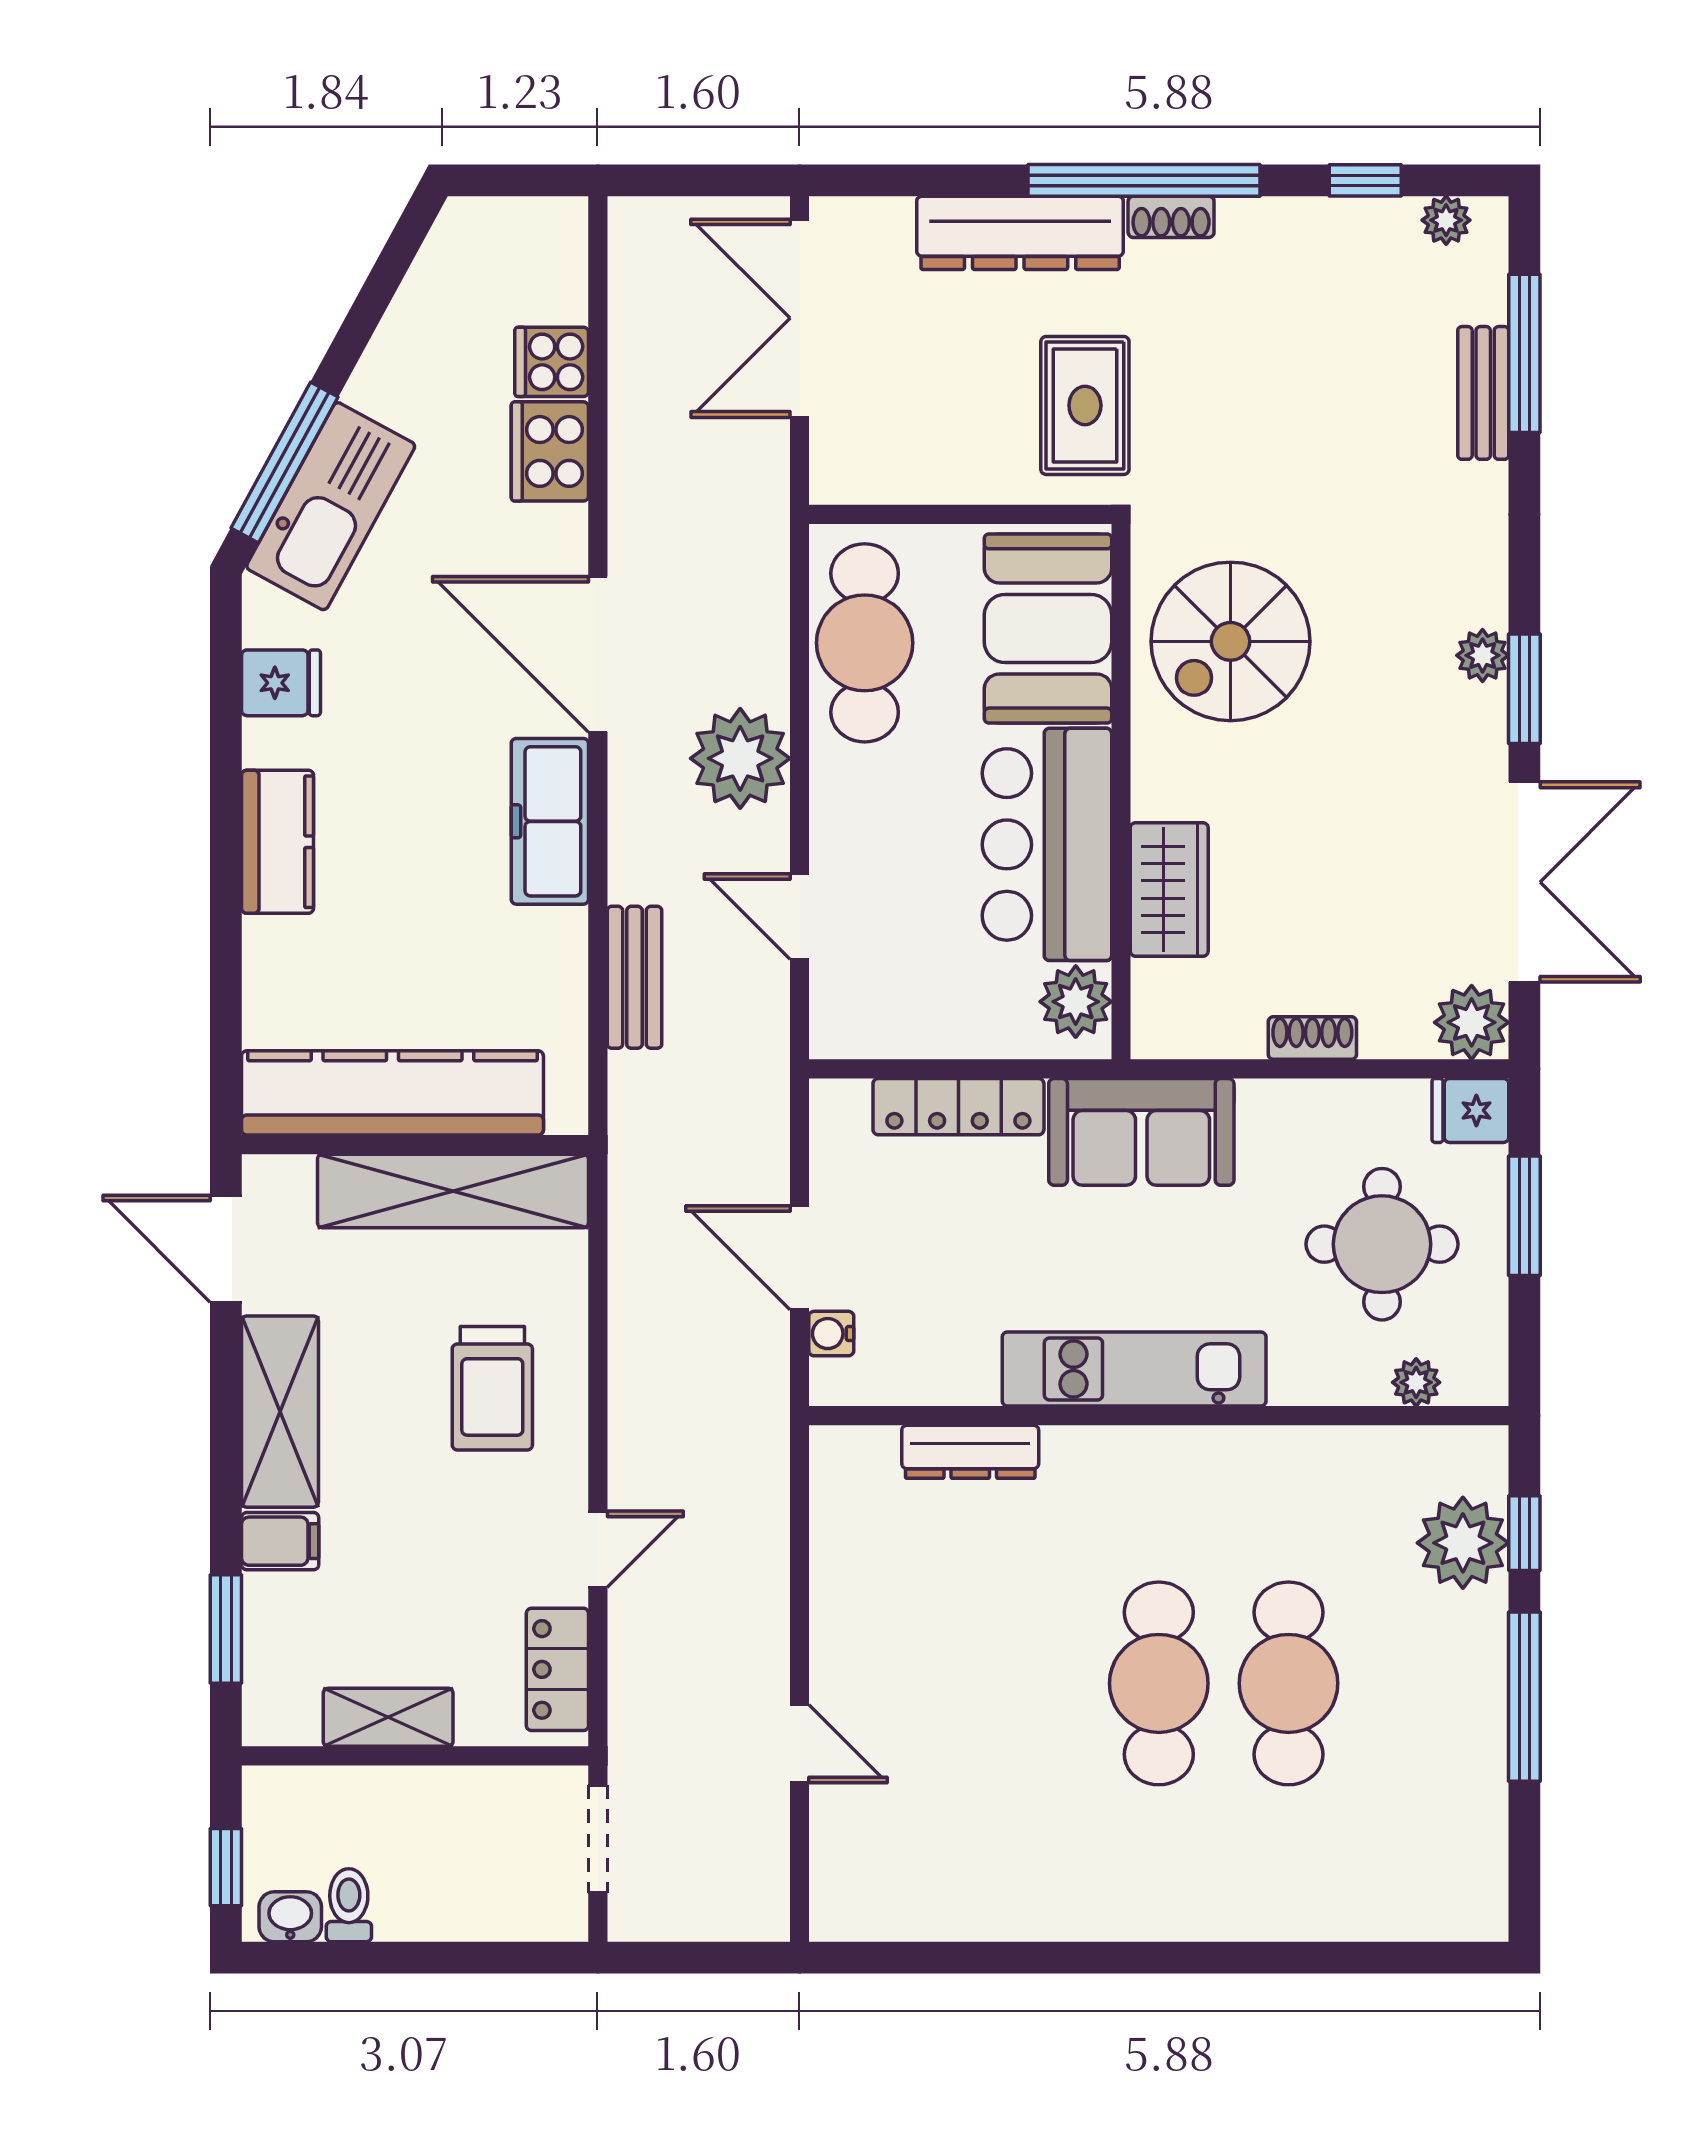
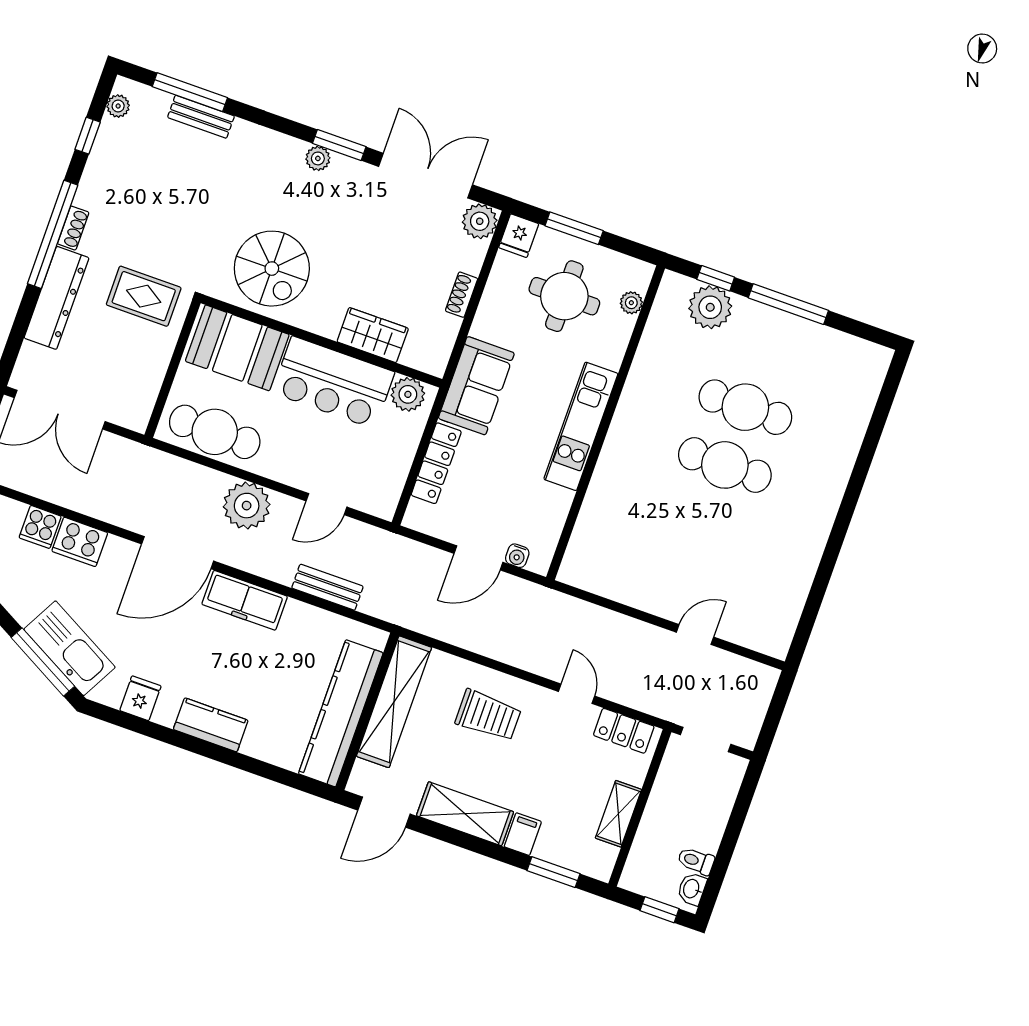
dresser: (970, 1452) -> (592, 512), removed

